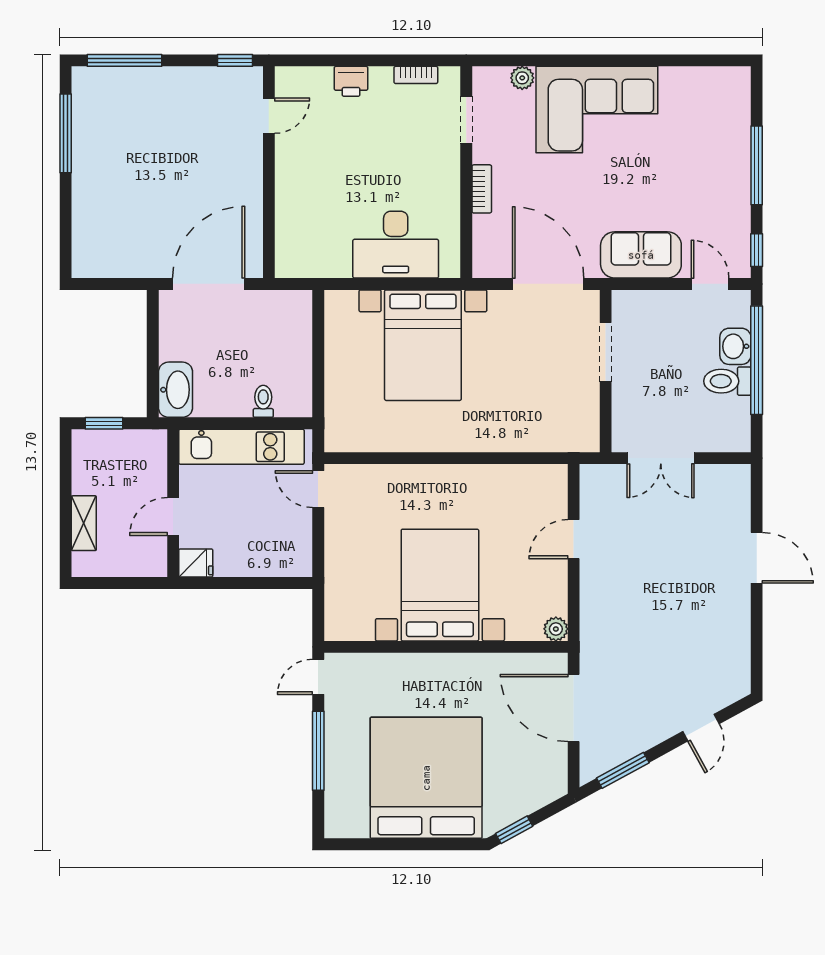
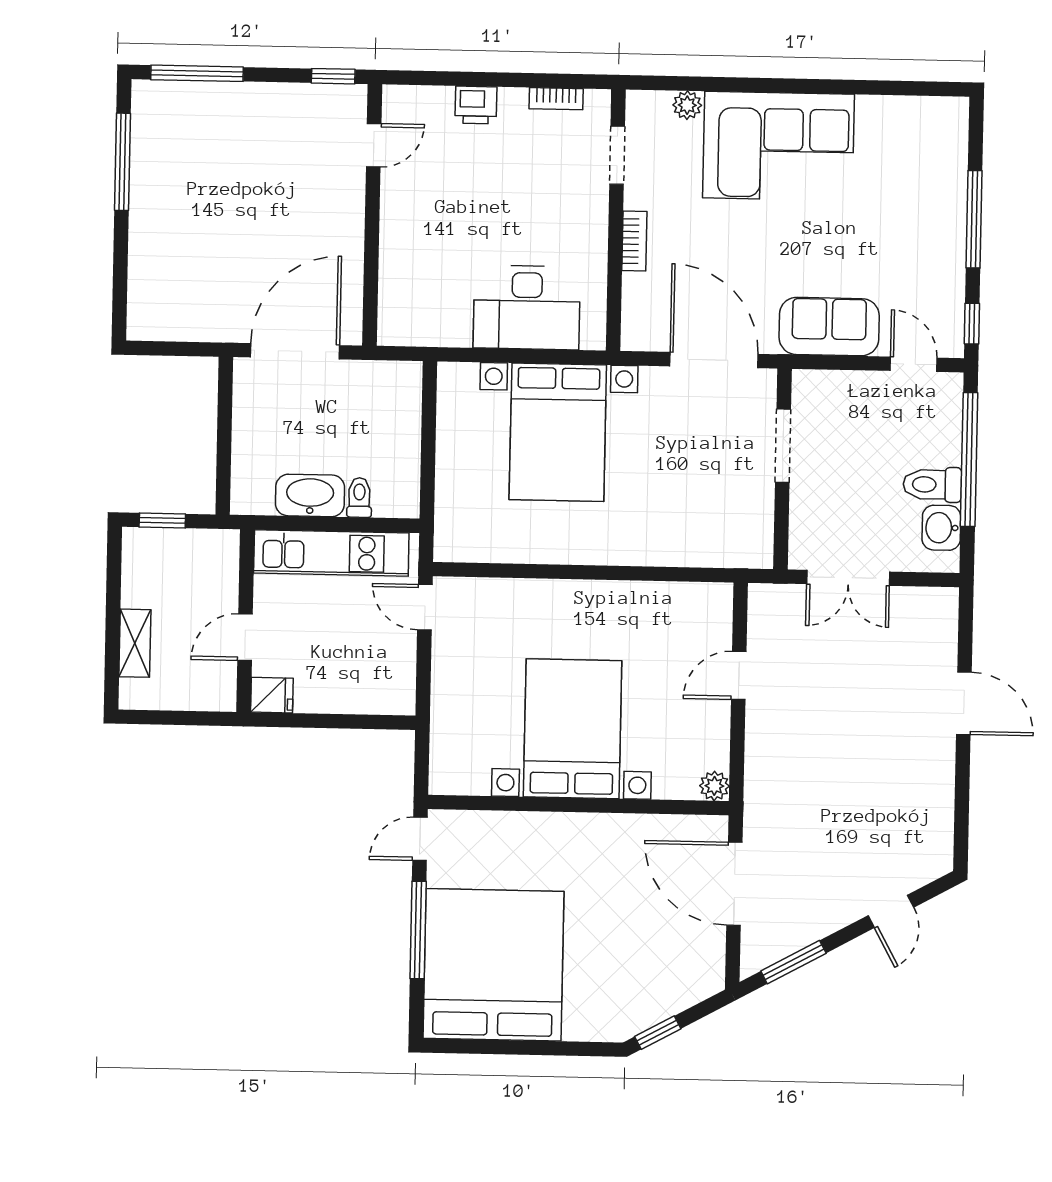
washbasin: (735, 346) -> (941, 528), moved
washbasin: (176, 390) -> (310, 495), moved, turned -90
bed: (426, 778) -> (493, 965), moved

